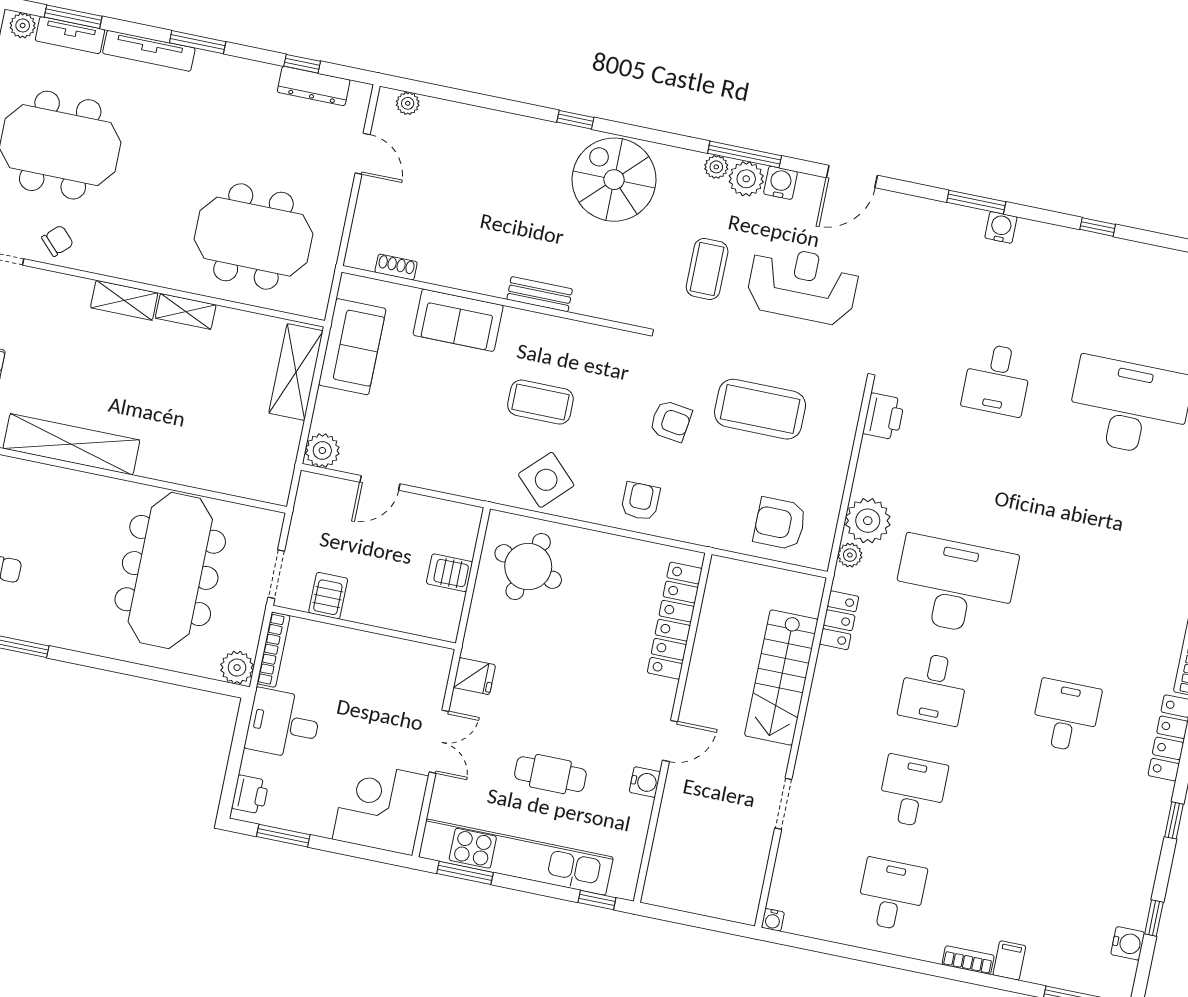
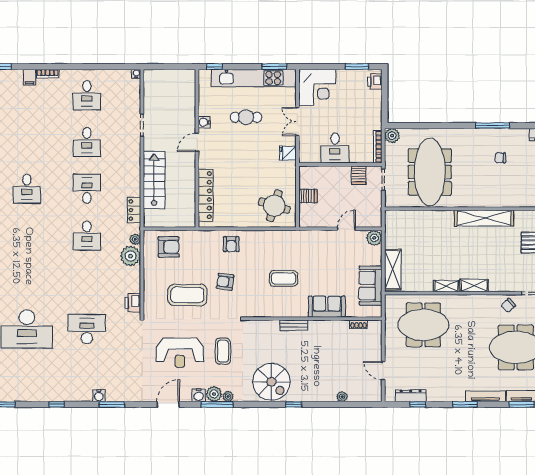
plant: (408, 103) -> (342, 397), moved
desk: (997, 379) -> (87, 329), width x1.37
side table: (546, 480) -> (274, 245), removed
desk: (955, 586) -> (87, 236), width x0.53, depth x0.77
desk: (283, 724) -> (335, 148), moved, turned 90

